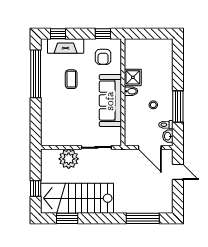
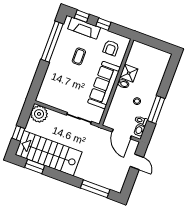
window: (103, 34) -> (103, 24), moved
plant: (69, 159) -> (39, 114), moved

